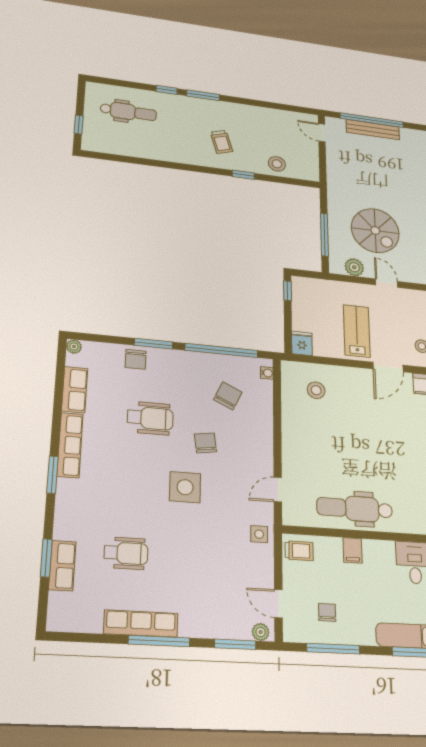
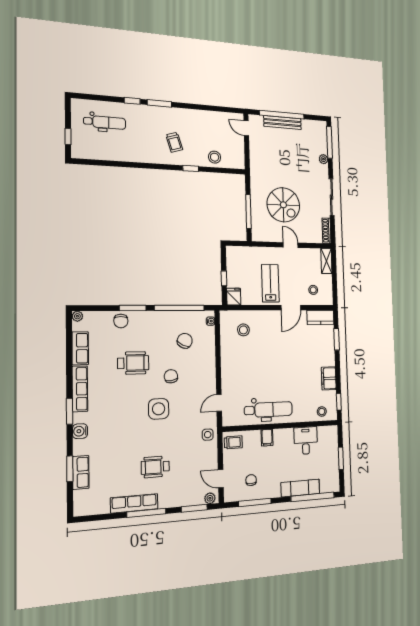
plant: (354, 267) -> (269, 235), removed
window: (287, 291) -> (224, 278), moved
water cooler: (66, 505) -> (80, 431), added
dental chair: (355, 509) -> (268, 410), turned 180
wheelchair: (126, 553) -> (155, 467), moved, turned 180

